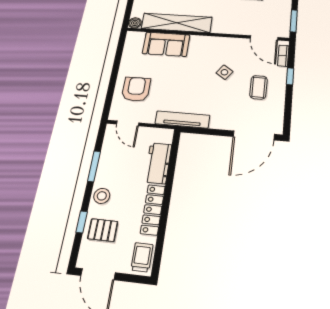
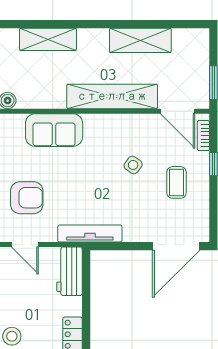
shelving: (177, 23) -> (112, 96), moved
armchair: (136, 89) -> (27, 198), turned 90
workbench: (158, 163) -> (70, 271), moved

